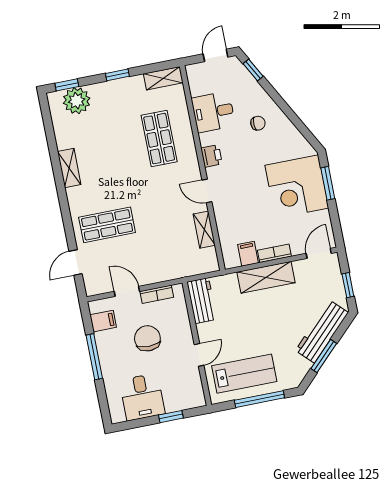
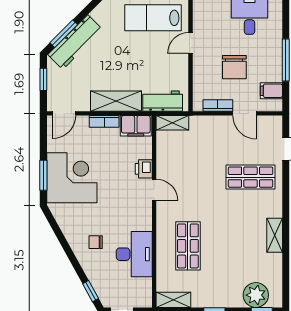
desk: (213, 112) -> (134, 254), width x1.37
printer: (211, 156) -> (144, 169), moved
shelving: (204, 230) -> (172, 123), moved, turned 90
filing cabinet: (248, 254) -> (136, 126), width x2.00
workbench: (202, 301) -> (163, 101), moved, turned 90
window: (324, 356) -> (64, 34), moved

